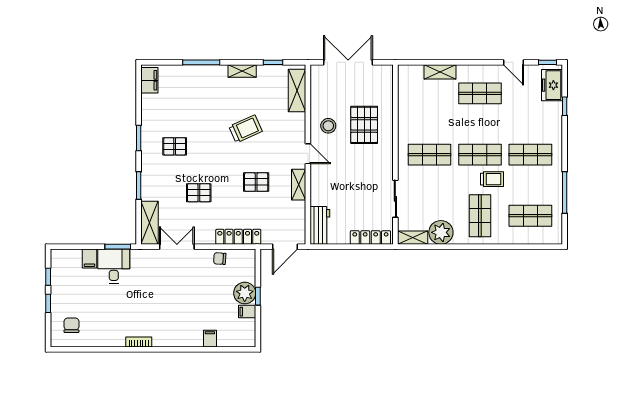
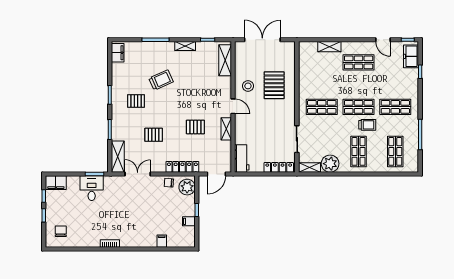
trolley: (246, 129) -> (161, 80), moved
shop shelf: (530, 216) -> (395, 151), turned 90
filing cabinet: (89, 259) -> (56, 183), moved, width x2.00
plant: (245, 293) -> (187, 187), moved

